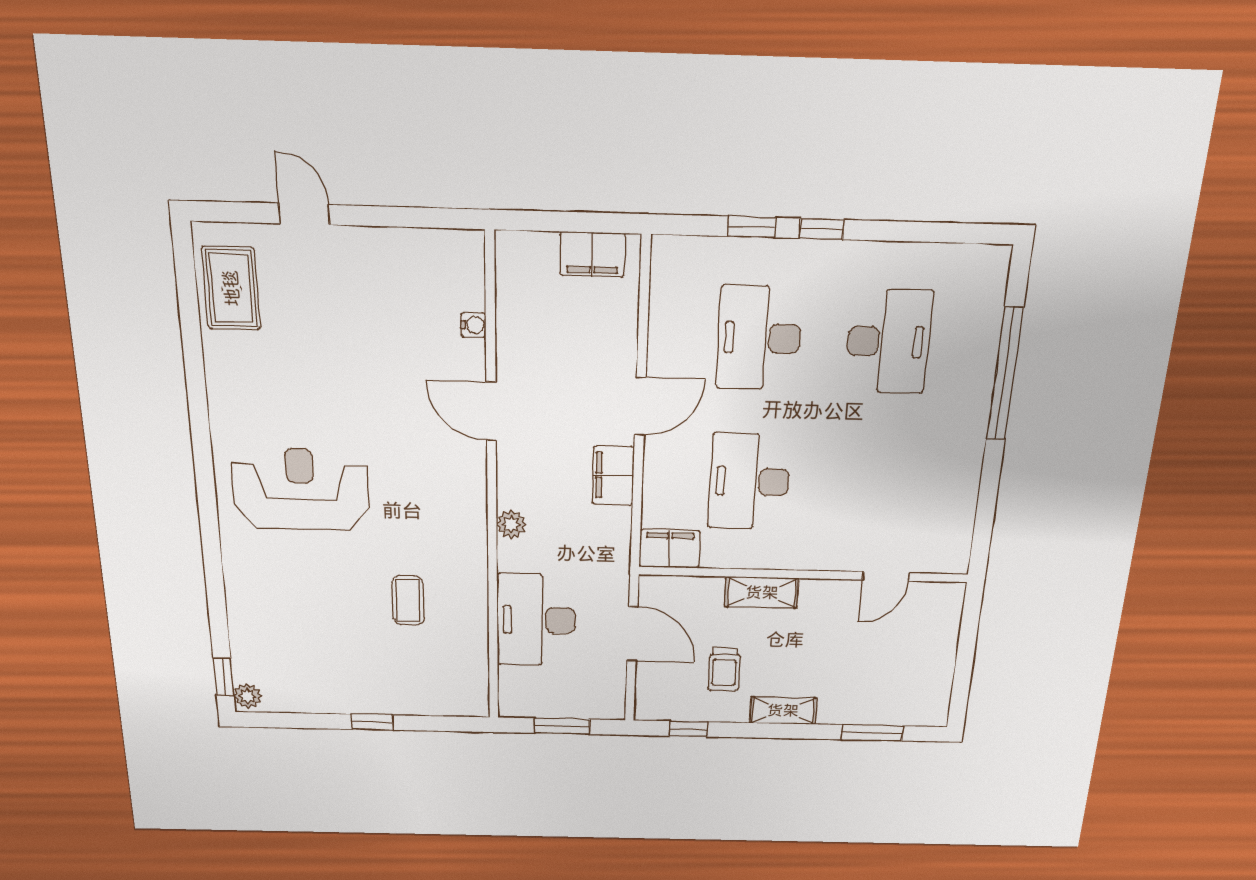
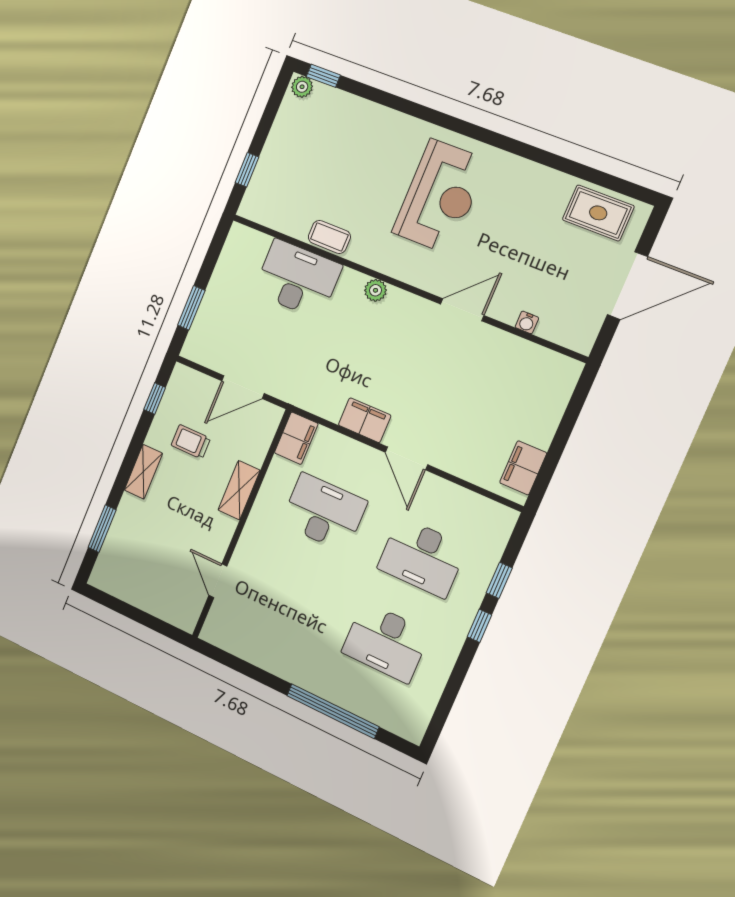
door: (304, 214) -> (627, 286), width x1.87
water cooler: (473, 325) -> (527, 322), moved
desk: (759, 338) -> (422, 557), turned 180
door: (491, 411) -> (462, 310), moved
wall: (492, 491) -> (405, 287), moved
plant: (511, 524) -> (375, 290), moved
desk: (536, 620) -> (297, 279), moved

